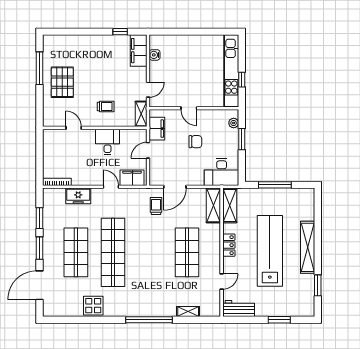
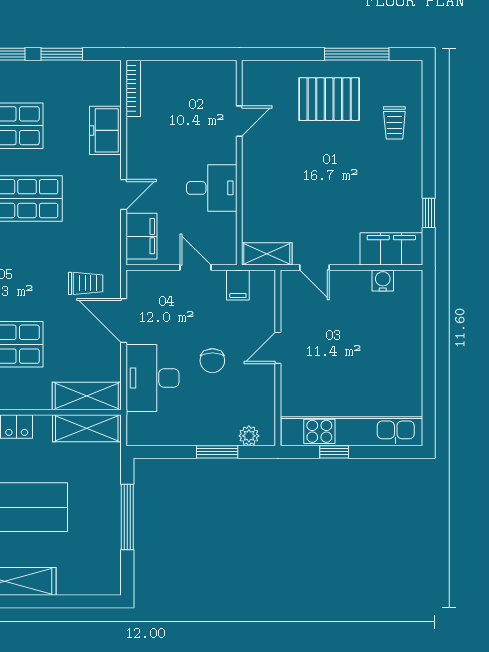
trolley: (106, 107) -> (394, 123), moved
filing cabinet: (157, 129) -> (238, 285), width x0.50
desk: (222, 172) -> (152, 378), moved

